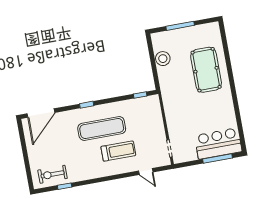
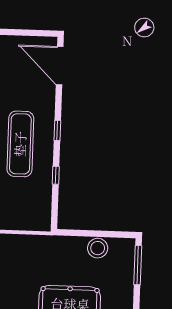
window: (180, 26) -> (138, 265), moved
window: (140, 95) -> (56, 175), moved

